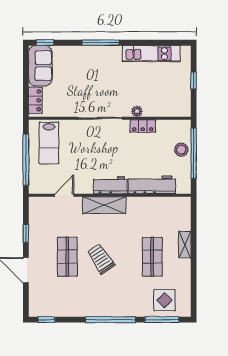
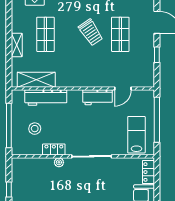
stool: (181, 150) -> (35, 129), moved
workbench: (110, 185) -> (97, 97), moved
shelving: (104, 205) -> (36, 80), moved

